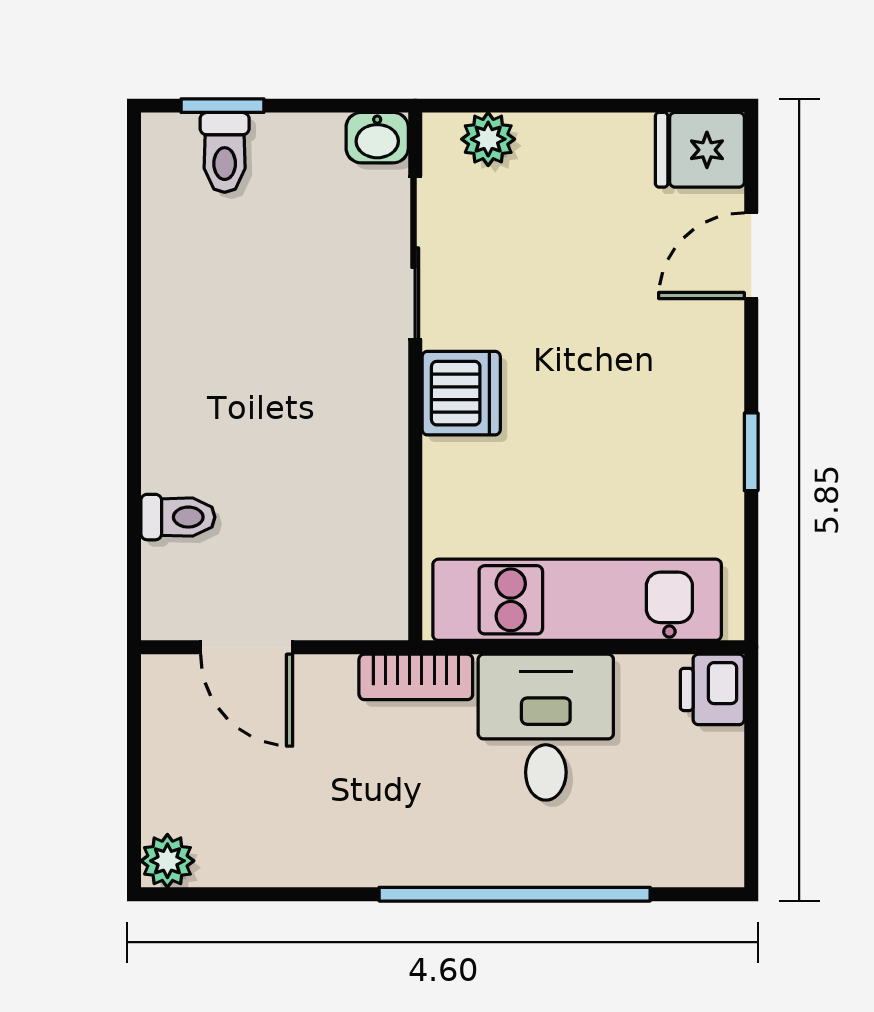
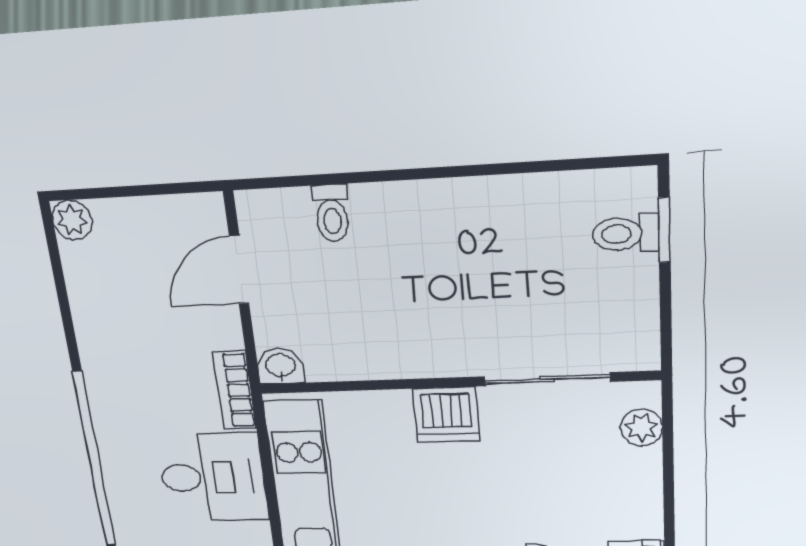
washbasin: (377, 138) -> (281, 366), moved, turned 90

